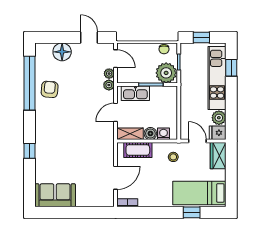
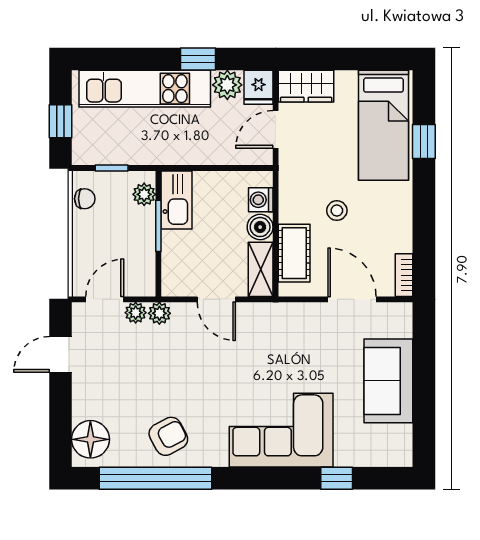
floor lamp: (62, 52) -> (90, 439), moved
window: (231, 68) -> (198, 59), moved
plant: (166, 73) -> (144, 194), width x0.53, depth x0.53
armchair: (50, 89) -> (168, 436), turned 147
kitchen sink: (135, 93) -> (176, 200), moved
corner sofa: (53, 144) -> (281, 430), added
window: (29, 151) -> (337, 478), moved
stool: (173, 157) -> (337, 211), moved
sofa: (55, 195) -> (388, 381), moved

